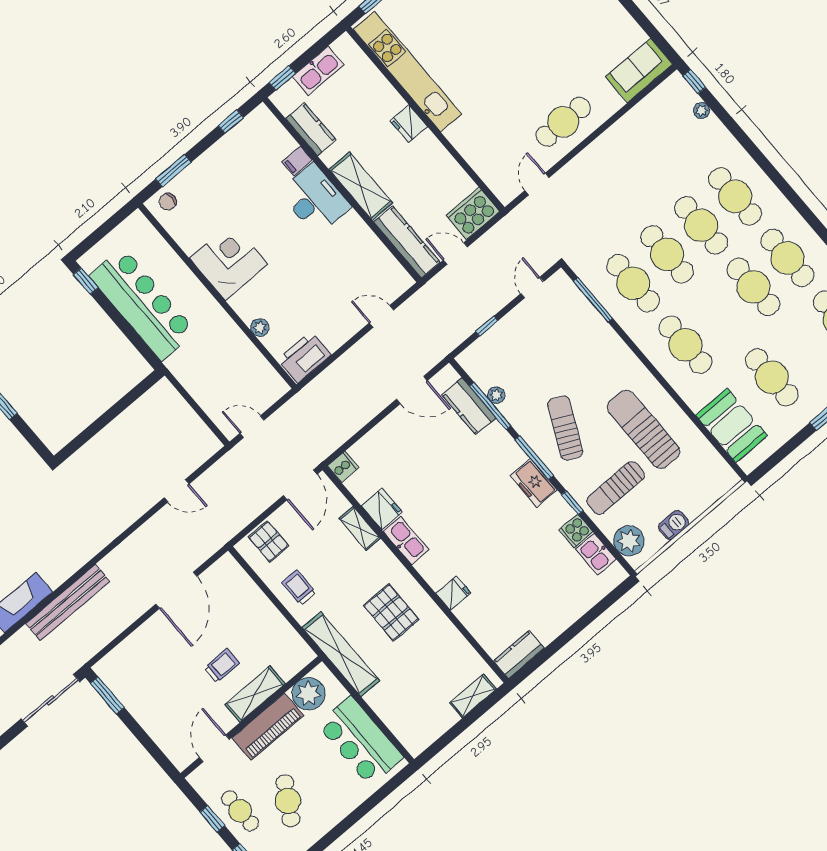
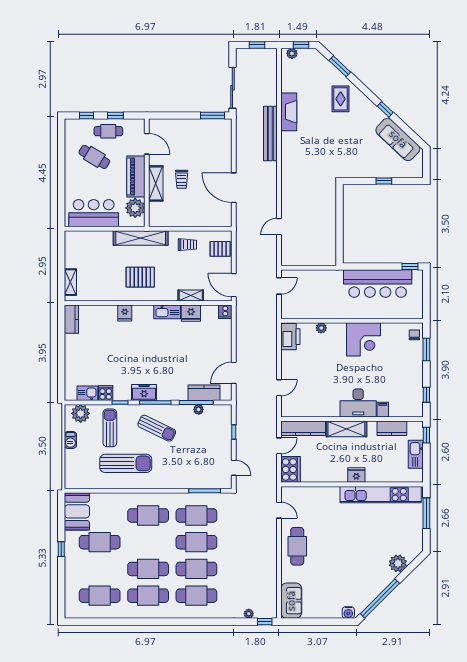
booth: (732, 425) -> (77, 511), moved, turned 90

